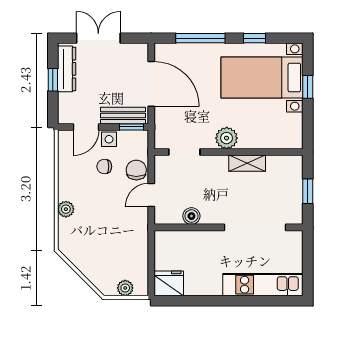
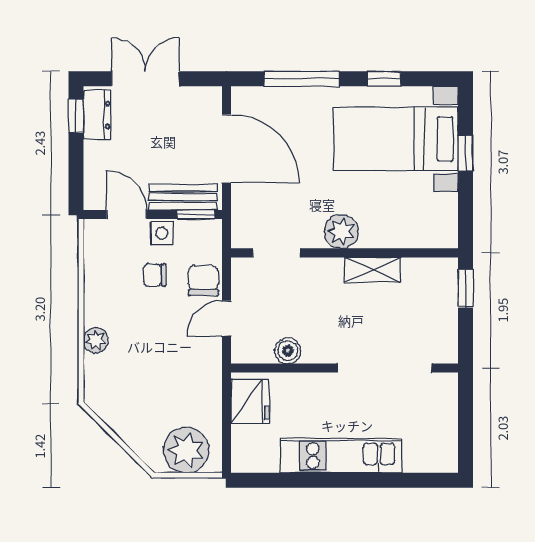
dresser: (67, 69) -> (97, 115), width x0.70
window: (53, 80) -> (76, 116), moved
door: (86, 127) -> (127, 215), swing flipped
window: (308, 191) -> (466, 289), moved
fridge: (169, 283) -> (250, 401), moved, turned 90
kitchen unit: (263, 285) -> (341, 456), moved
plant: (125, 288) -> (186, 450), width x1.88, depth x1.88

